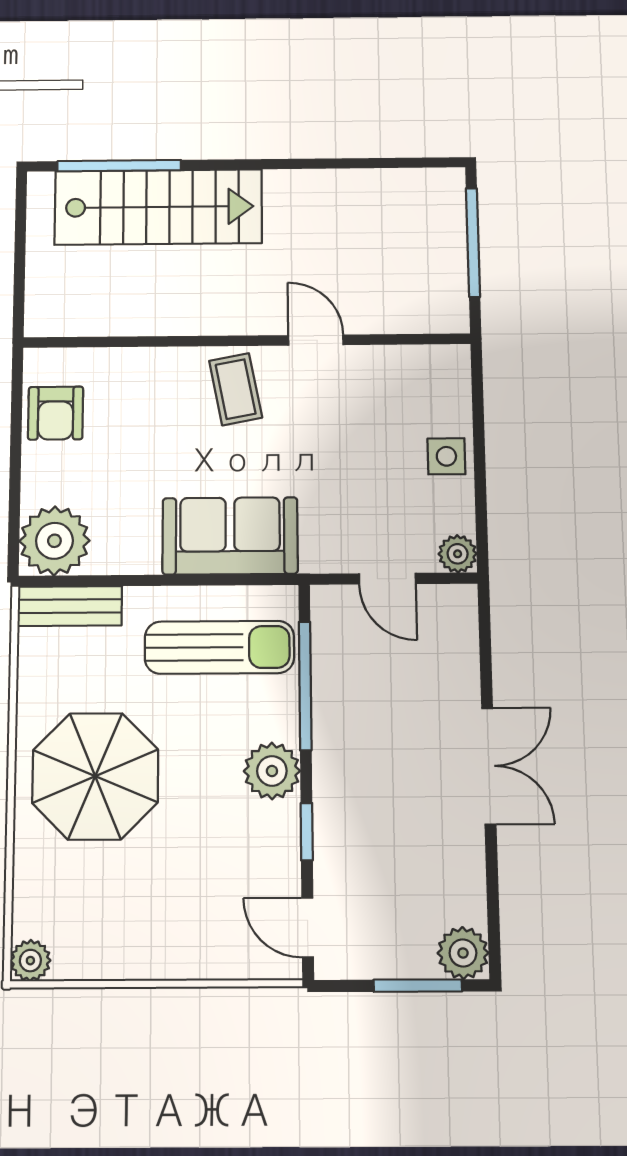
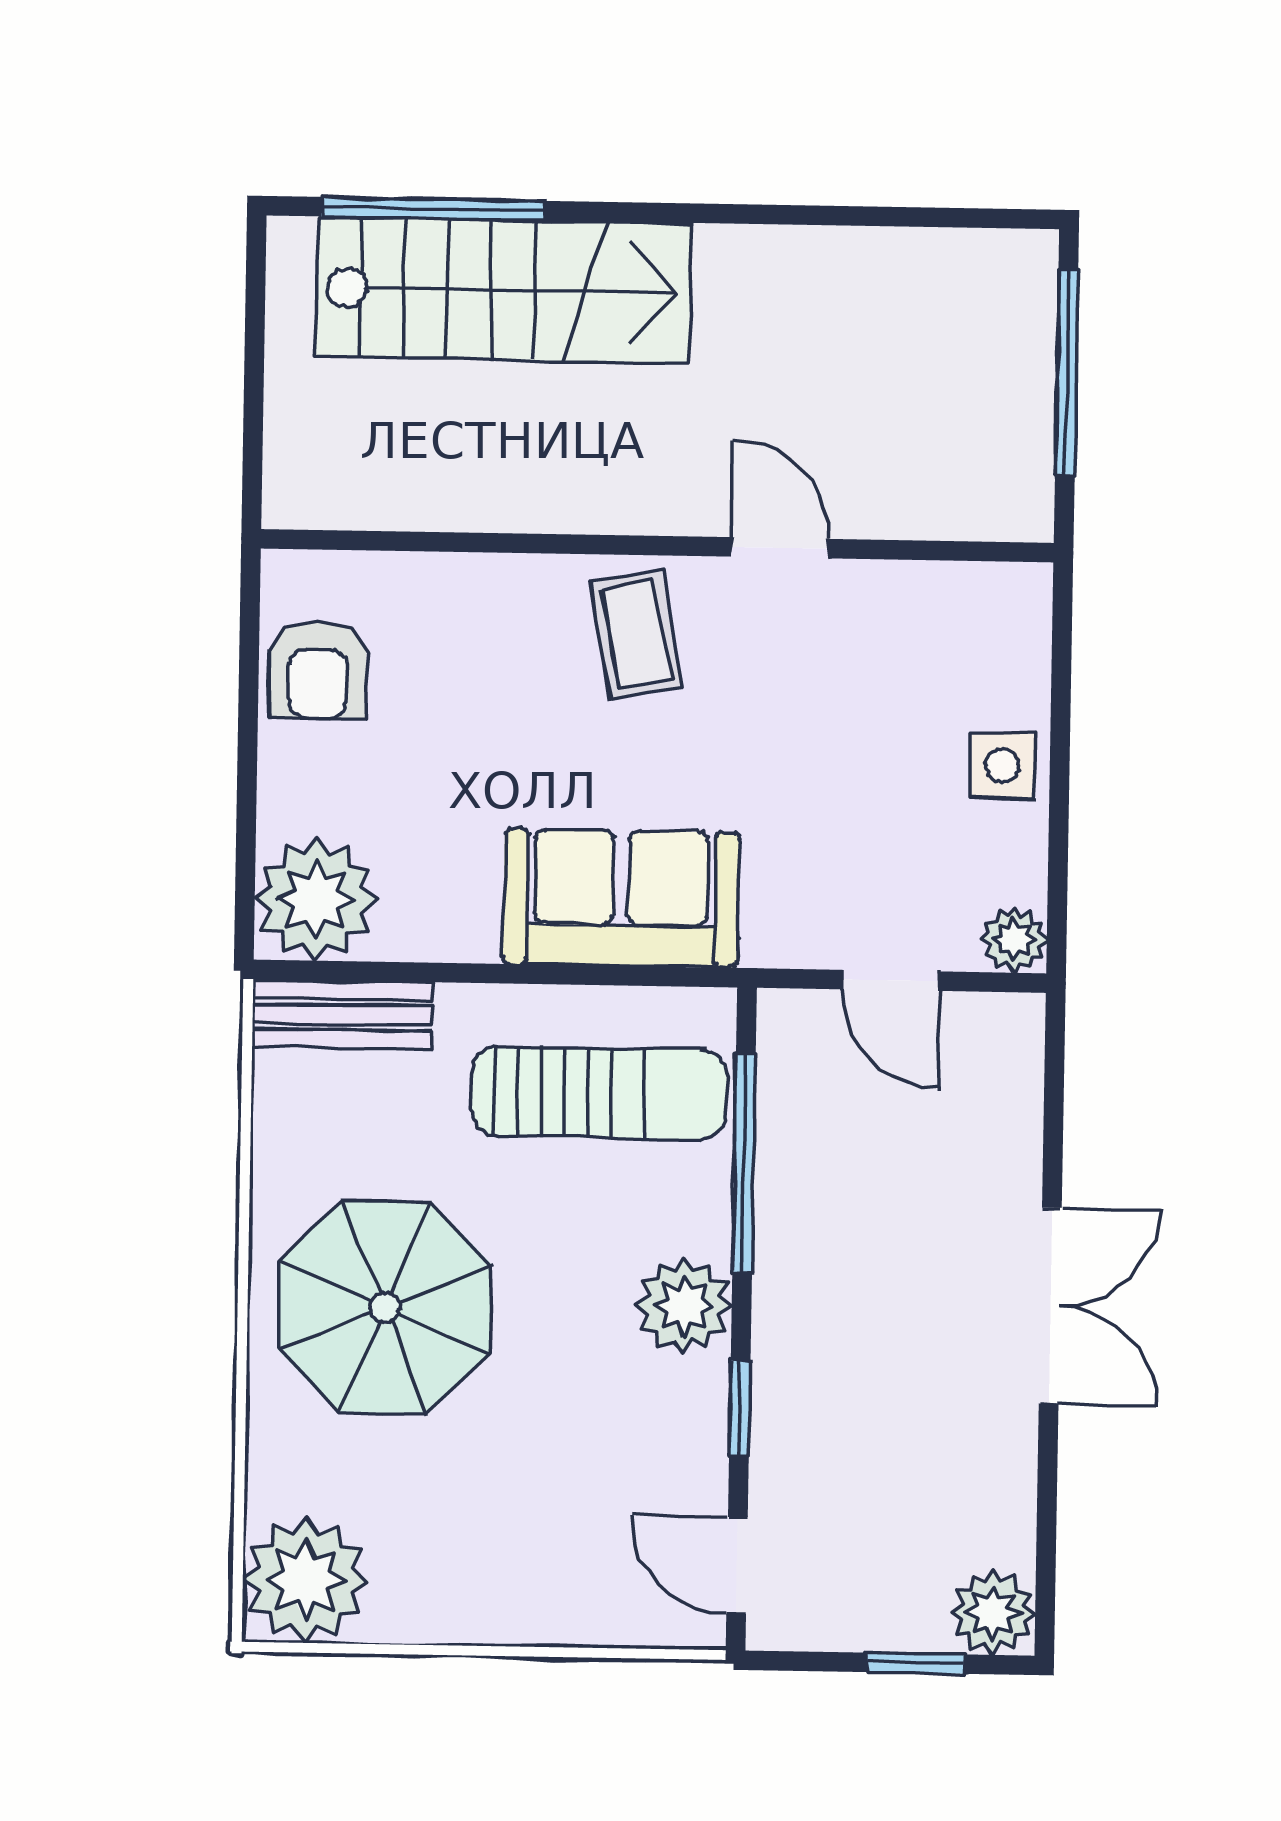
plant: (30, 961) -> (306, 1580), width x1.87, depth x1.87
window: (418, 986) -> (916, 1663), width x0.67

